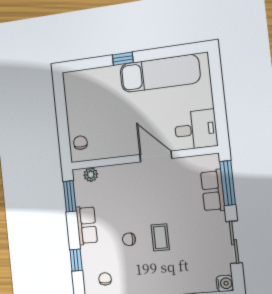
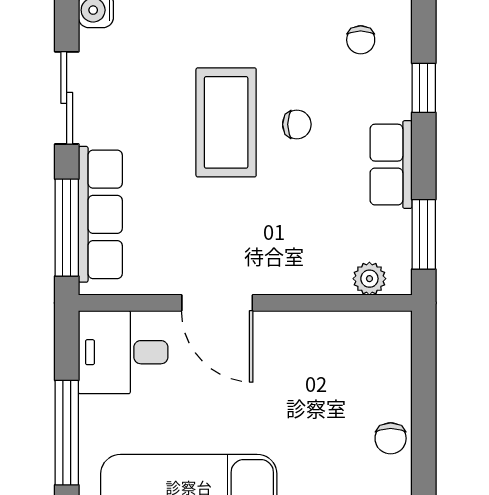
window: (218, 90) -> (67, 433), added
chair: (80, 143) -> (391, 438), moved
row of seats: (213, 191) -> (100, 214), width x1.48
coffee table: (160, 237) -> (226, 122), width x1.86, depth x1.72

